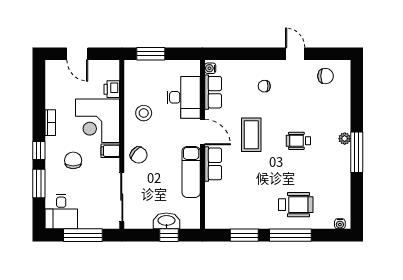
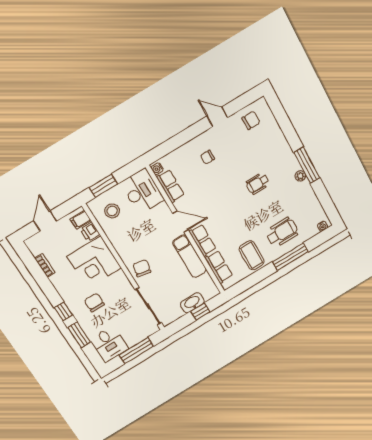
door: (77, 54) -> (45, 221), swing flipped
desk: (184, 97) -> (142, 191), moved
stool: (144, 113) -> (112, 211), moved
bookcase: (50, 123) -> (45, 265), moved
coffee table: (251, 135) -> (252, 255), moved
plant: (345, 139) -> (300, 176), moved
filing cabinet: (110, 151) -> (81, 220), moved
chair: (139, 155) -> (142, 268), turned -118
row of seats: (213, 201) -> (219, 267), added
window: (244, 235) -> (256, 278), removed

